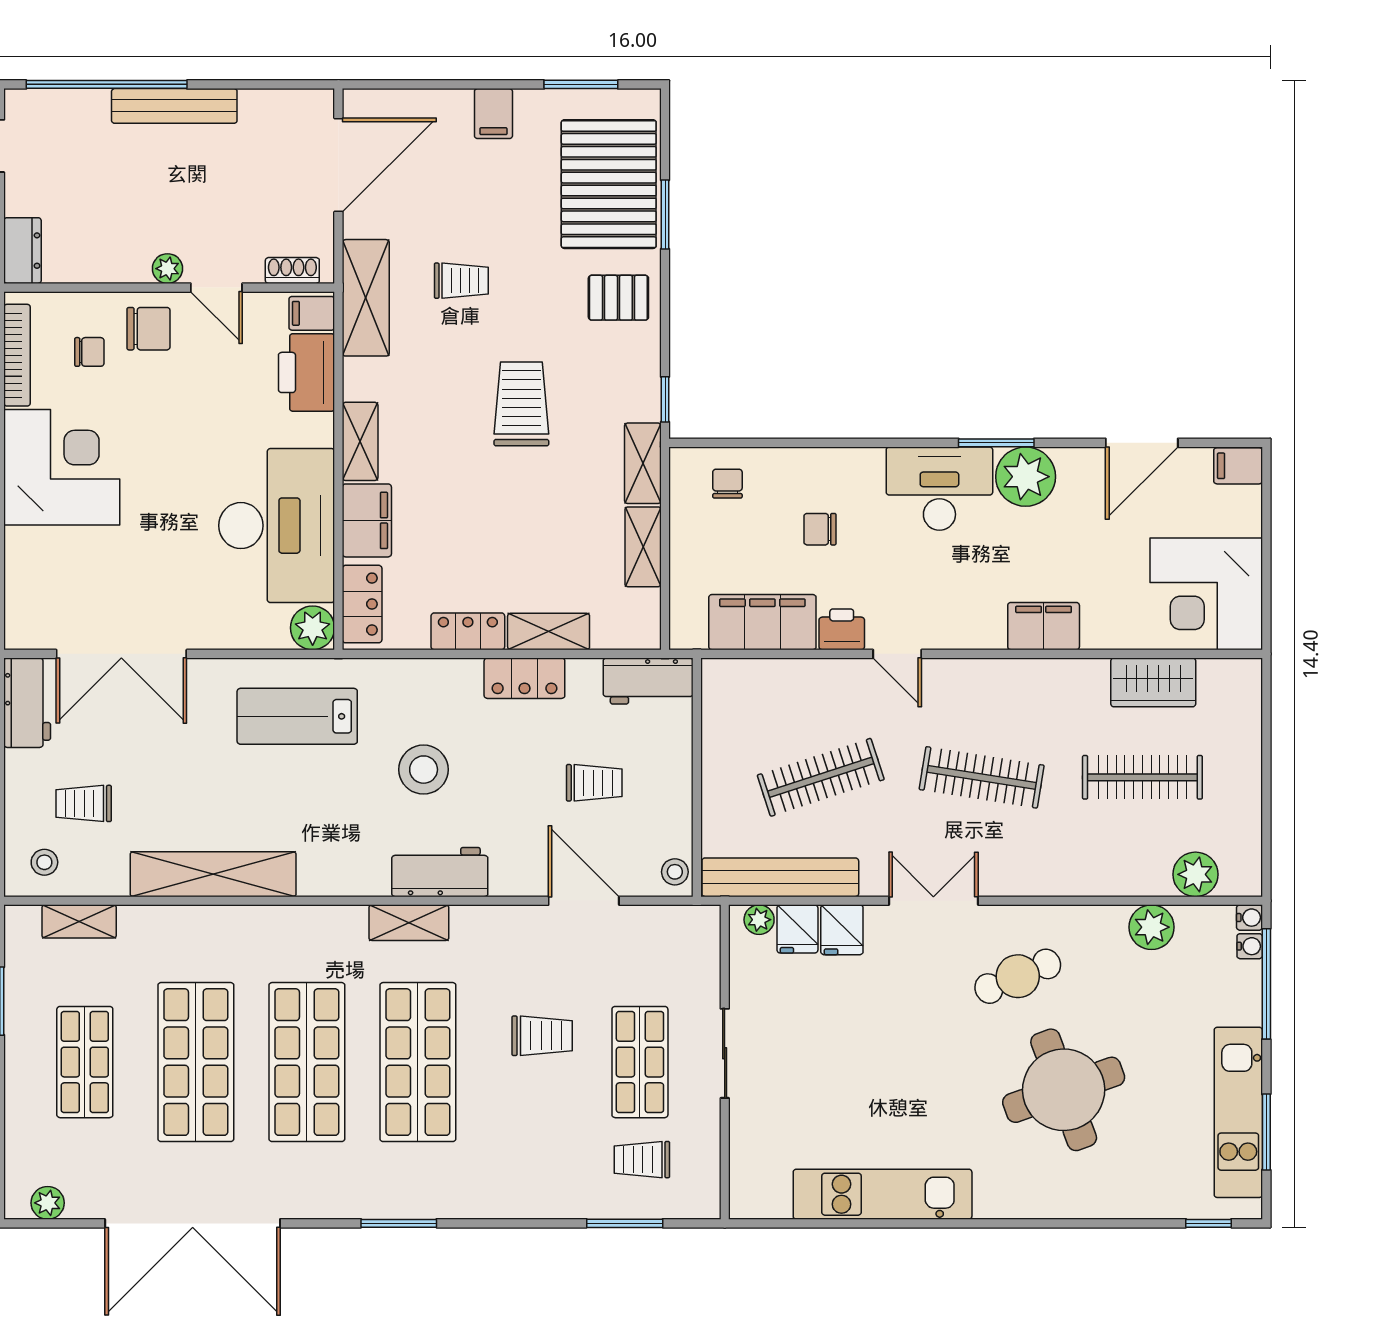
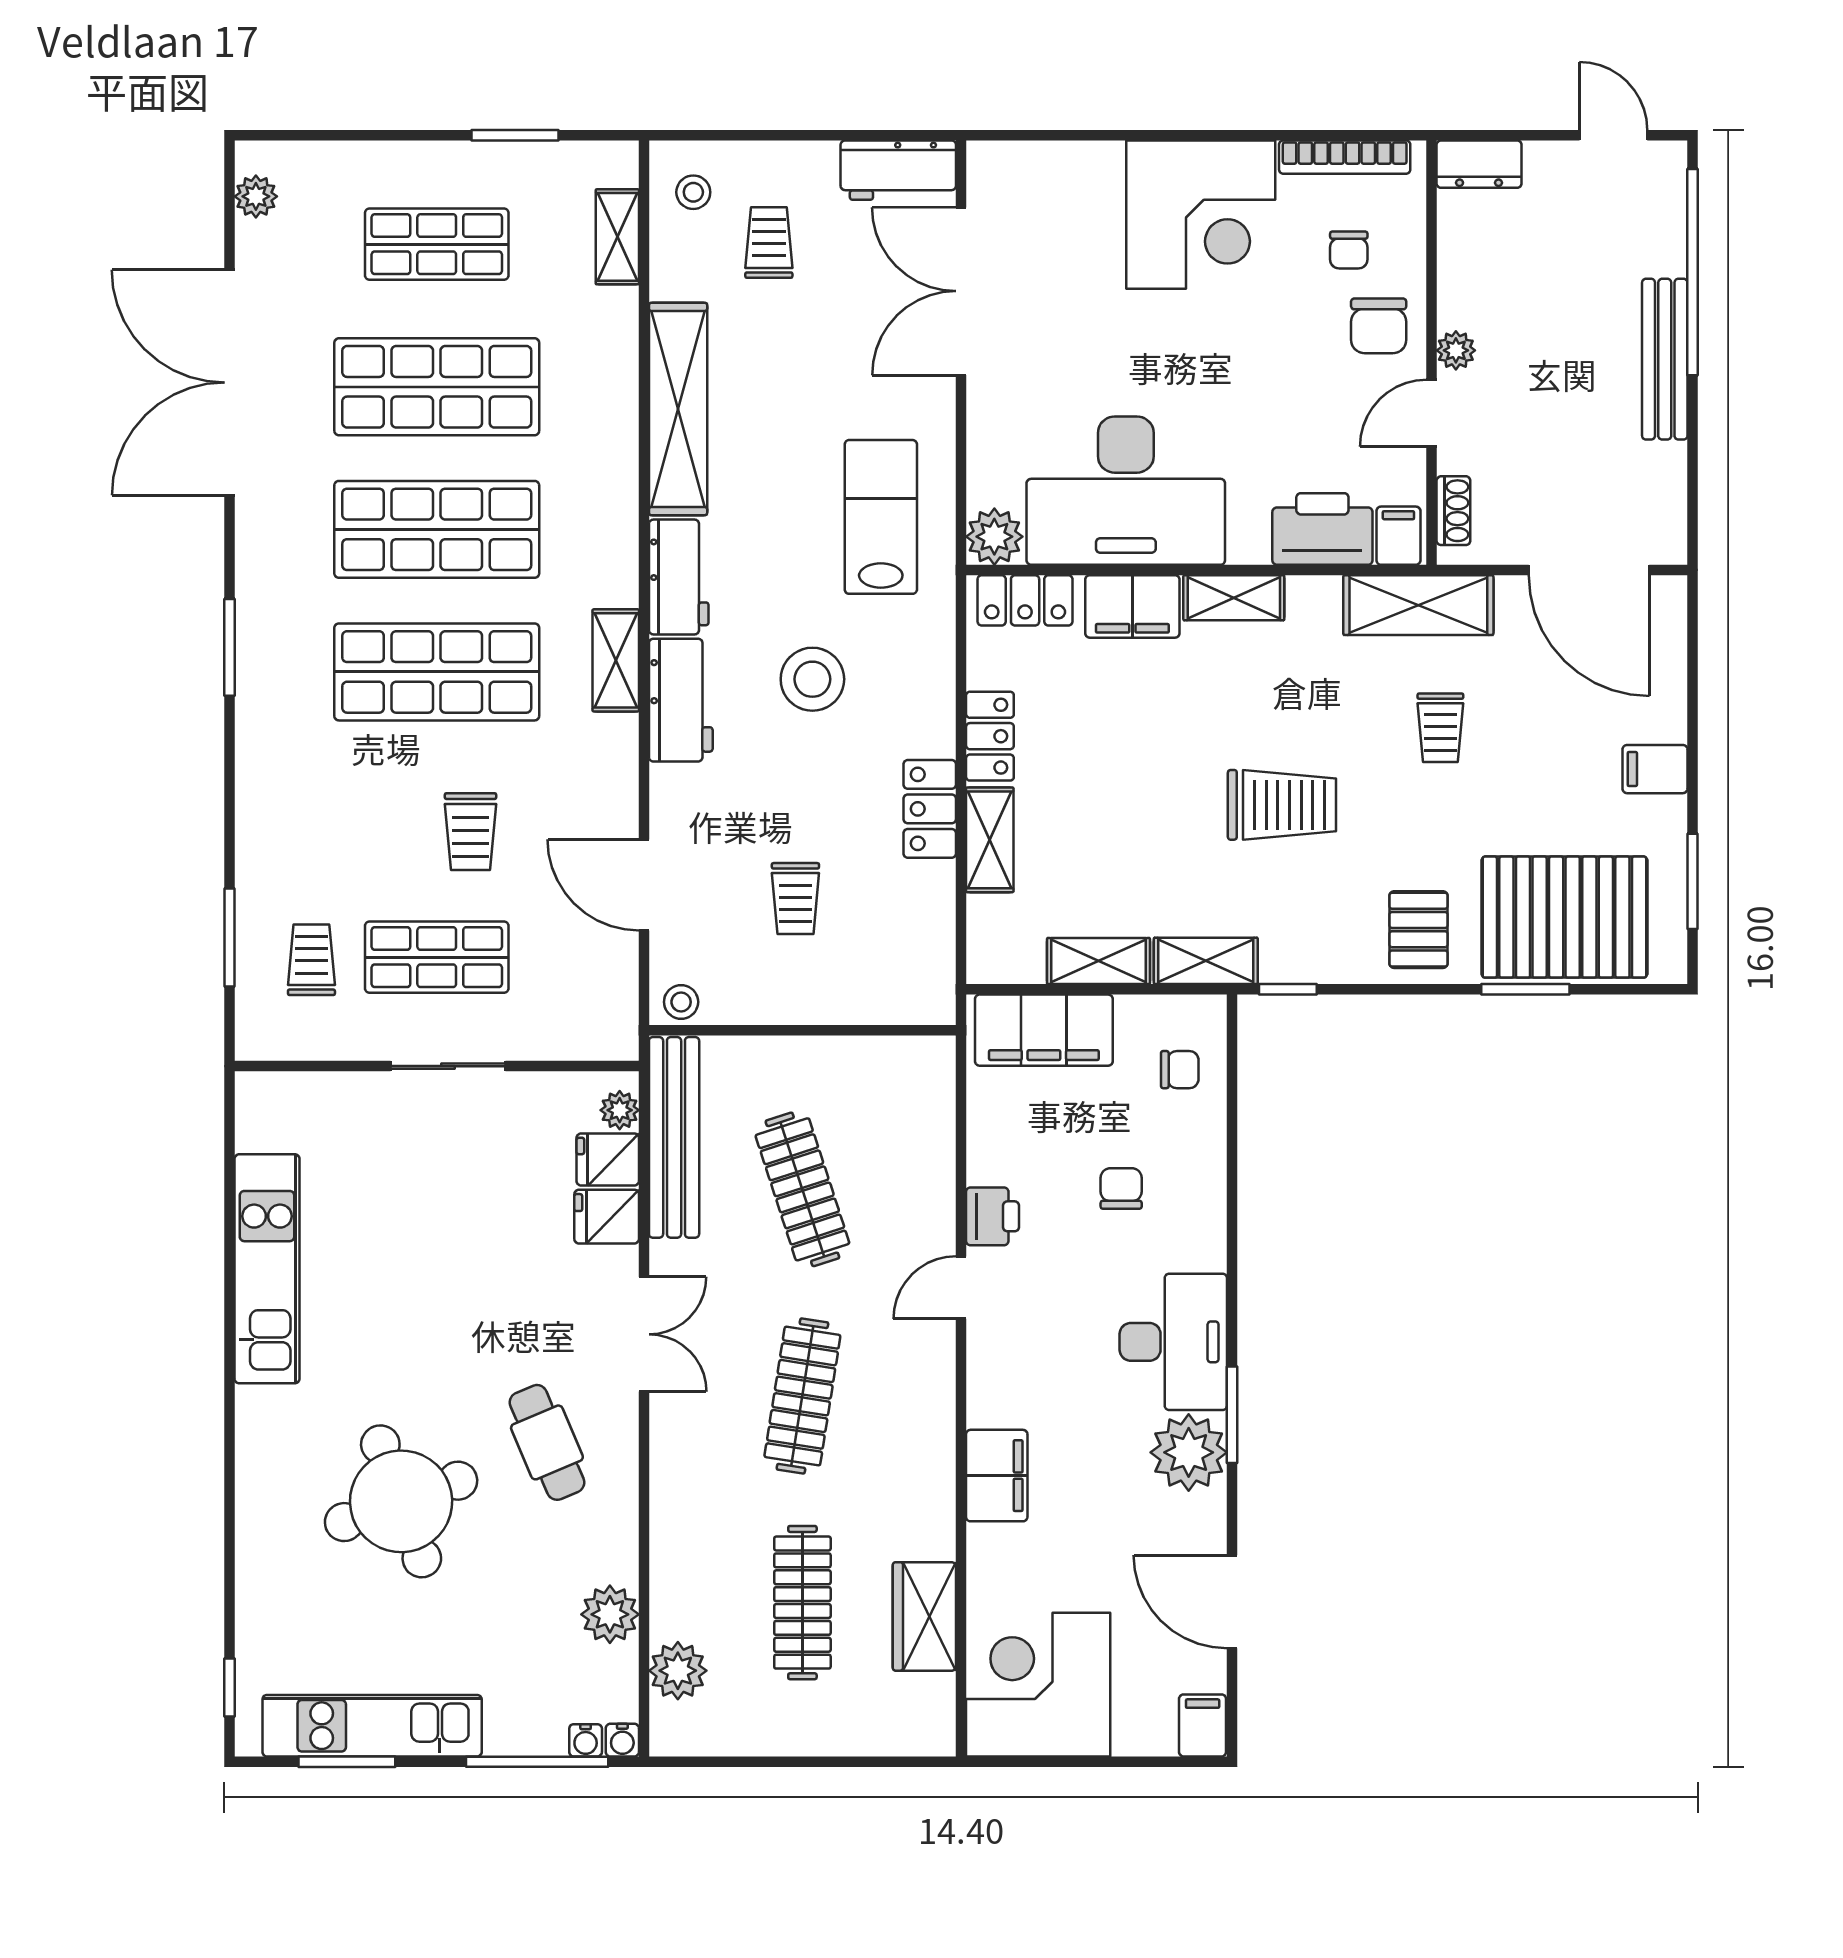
filing cabinet: (762, 622) -> (1044, 1030), moved, turned 90
workbench: (648, 681) -> (679, 577), moved, turned 180
door: (584, 901) -> (644, 885), swing flipped

